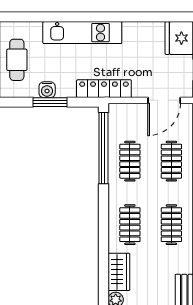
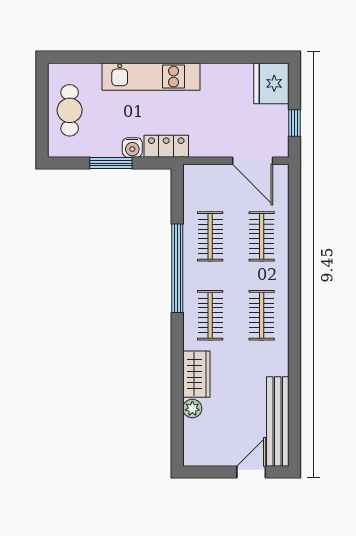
locker: (104, 89) -> (166, 146), width x0.66
water cooler: (47, 90) -> (132, 148), moved
door: (164, 100) -> (253, 161), hinge flipped
window: (103, 148) -> (177, 268), moved

